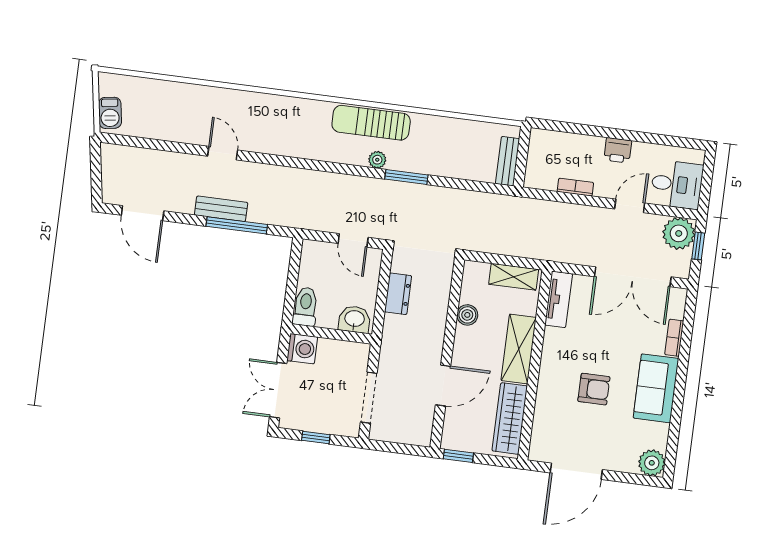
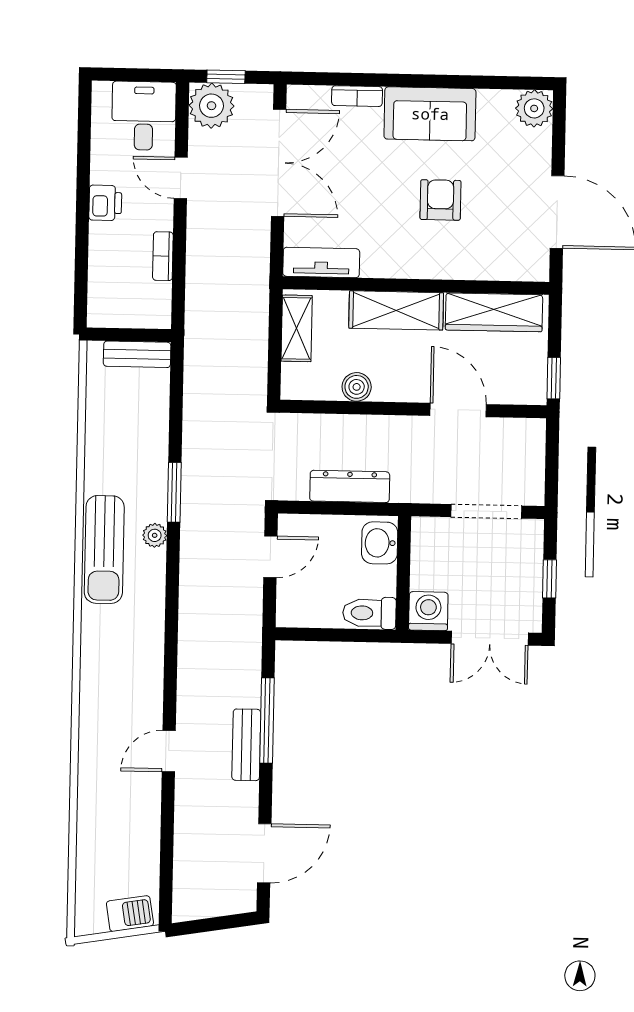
dresser: (398, 294) -> (350, 486), width x1.44

